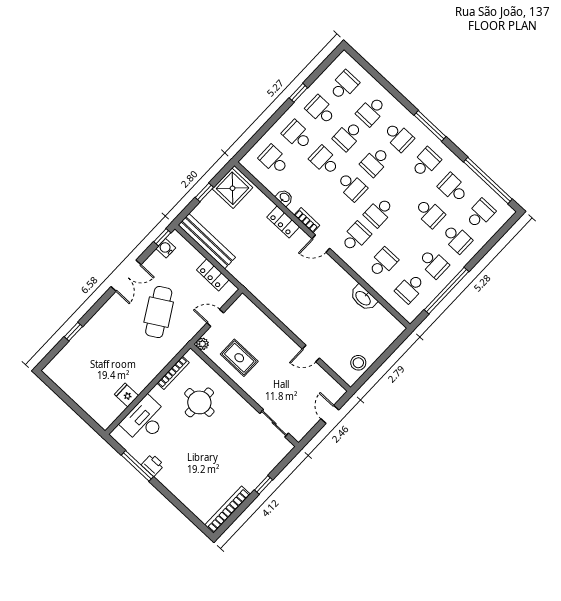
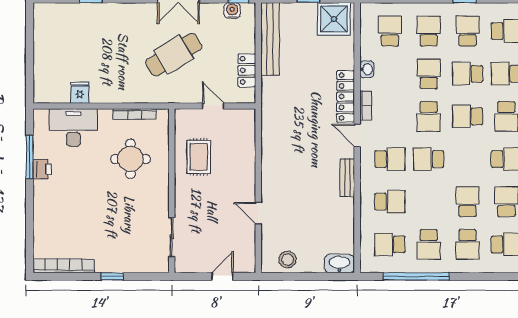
school desk: (430, 213) -> (468, 202), turned 180
locker: (283, 222) -> (346, 97), width x1.53
bench: (342, 275) -> (347, 178), added
washbasin: (363, 298) -> (339, 264), moved, turned 90
plant: (202, 344) -> (181, 116), removed

